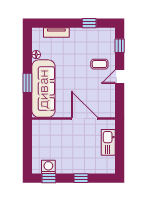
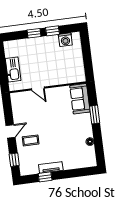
tv unit: (56, 32) -> (51, 167), moved
sofa: (43, 89) -> (80, 99), width x0.54, depth x0.79
door: (85, 119) -> (38, 88), width x0.53
window: (49, 178) -> (53, 31), moved

